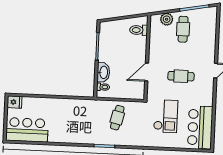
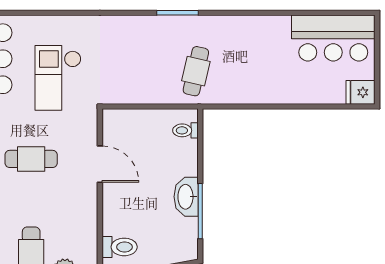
washbasin: (103, 72) -> (186, 197), moved
door: (147, 72) -> (100, 164), hinge flipped
cafe table: (117, 118) -> (196, 71), moved

